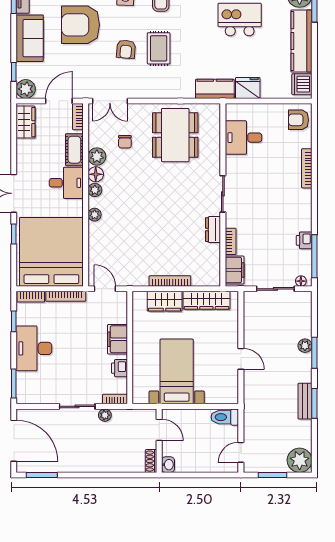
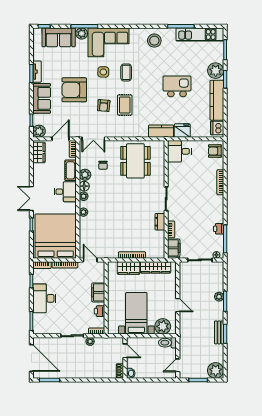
desk: (243, 138) -> (179, 151), moved
plant: (218, 392) -> (163, 326), added

